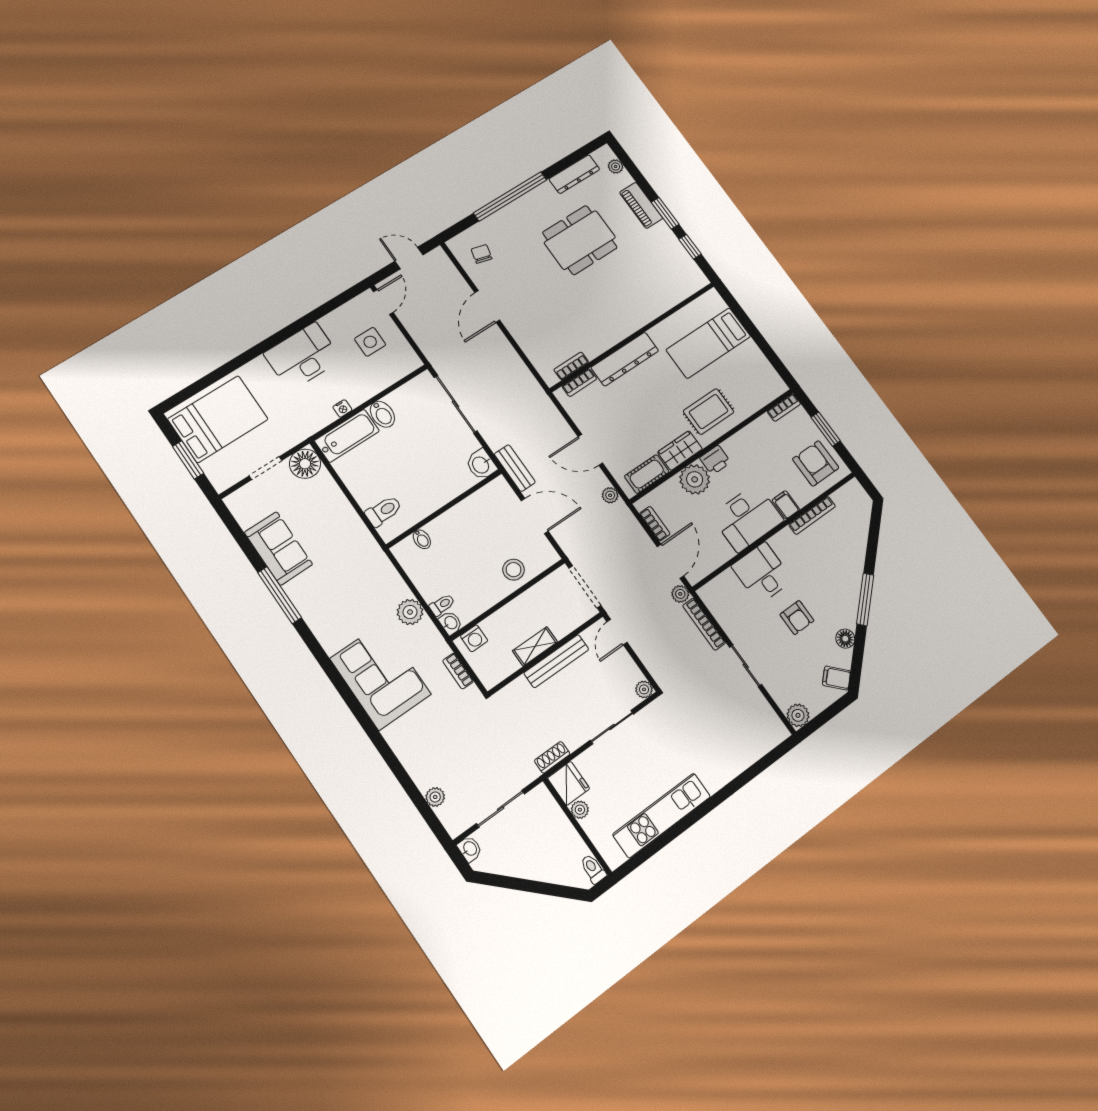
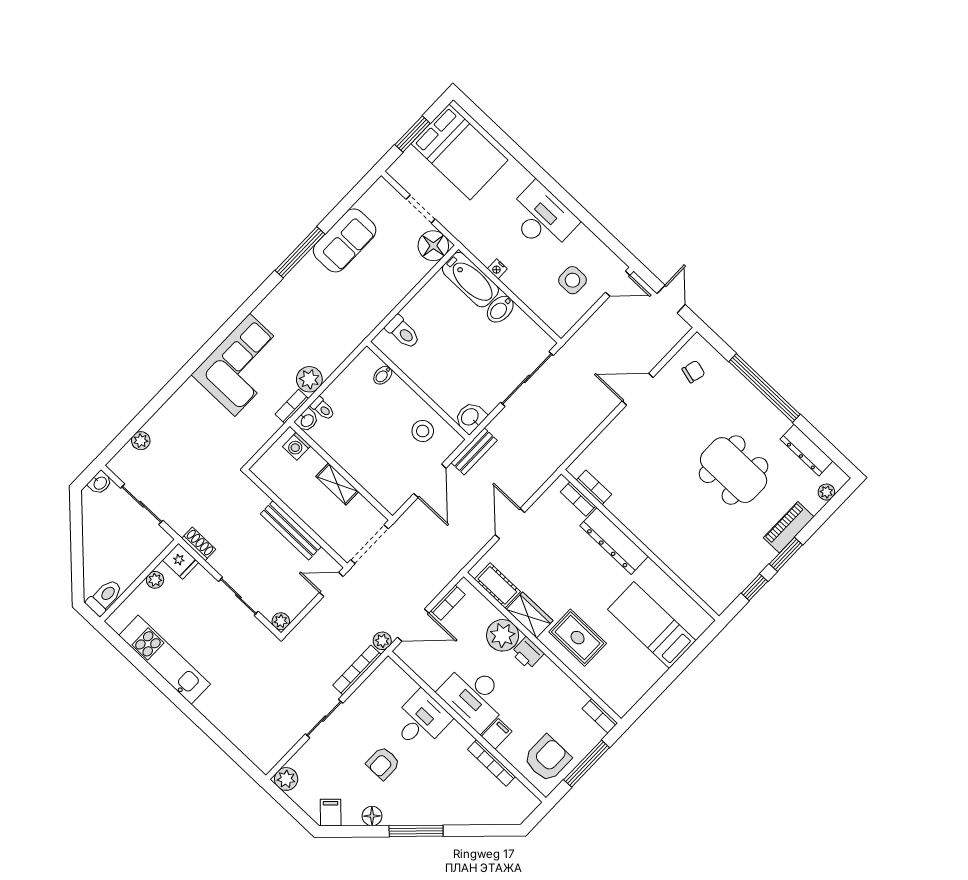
window: (826, 429) -> (587, 764), width x1.44
plant: (610, 495) -> (467, 552), removed
stool: (514, 570) -> (423, 431), moved
shelving: (535, 646) -> (337, 484), moved
bookcase: (458, 671) -> (292, 406), moved
fridge: (569, 783) -> (181, 561), width x0.72
toilet: (593, 869) -> (105, 597), width x1.37, depth x1.39

